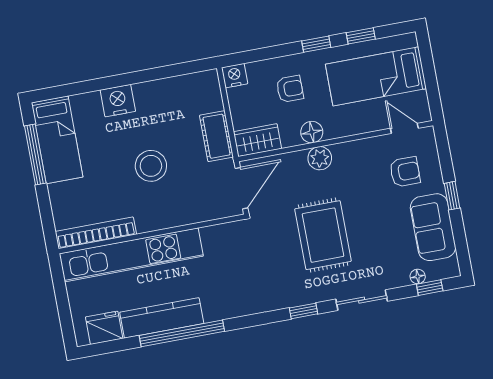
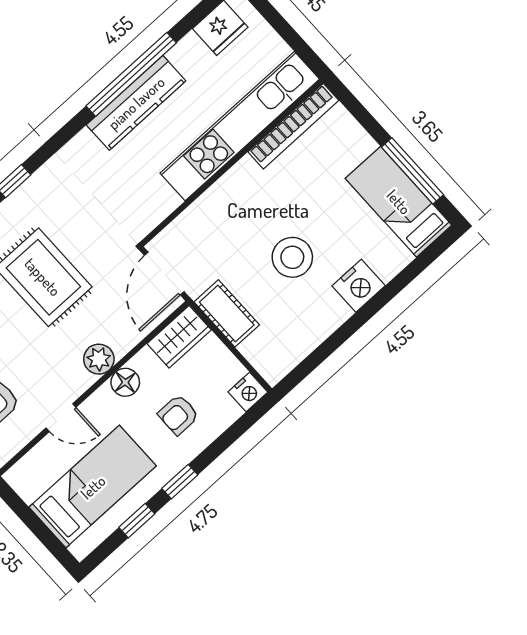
door: (404, 128) -> (61, 418), moved
stool: (151, 166) -> (292, 257), moved
kitchen counter: (162, 318) -> (136, 103), moved

